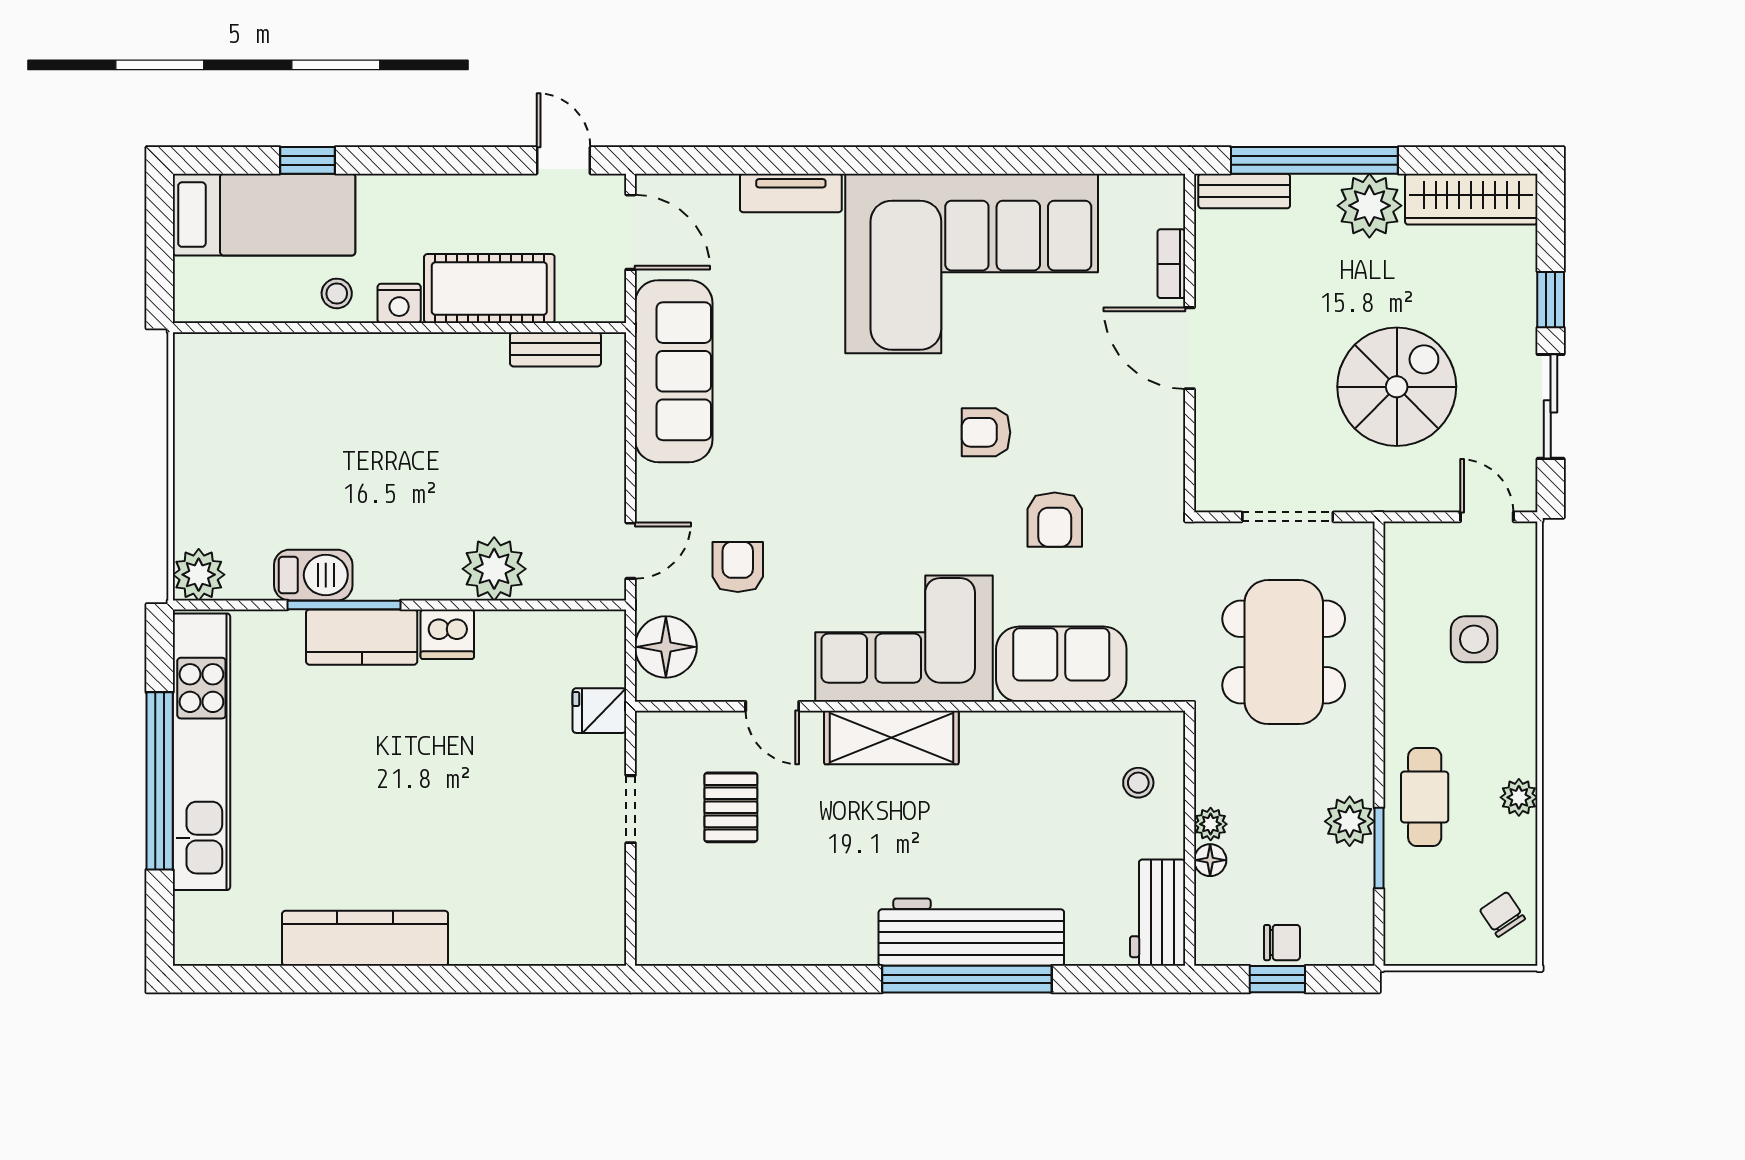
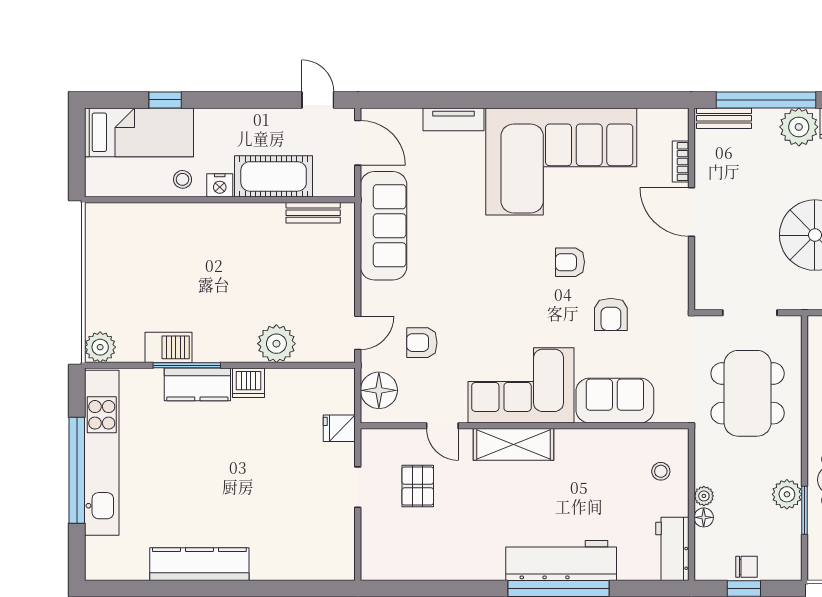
armchair: (738, 567) -> (422, 343), turned -90

